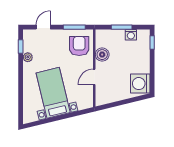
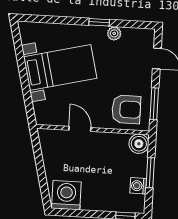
window: (21, 46) -> (99, 22), moved
boiler: (102, 55) -> (139, 144), moved

